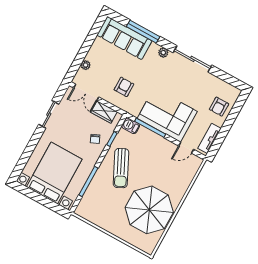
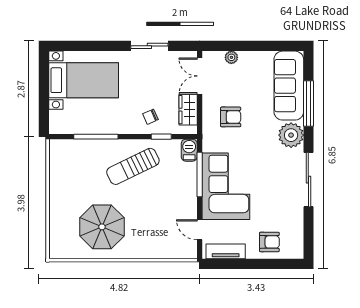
plant: (163, 53) -> (291, 135), width x1.87, depth x1.87
armchair: (219, 107) -> (269, 242), turned 180
bed with nightstands: (54, 173) -> (84, 80), width x0.73
parasol: (149, 210) -> (102, 227), width x0.73, depth x0.73

